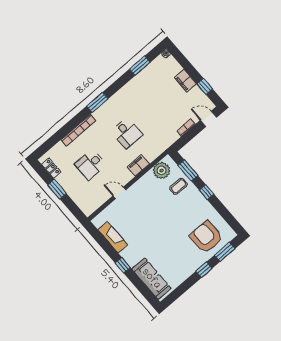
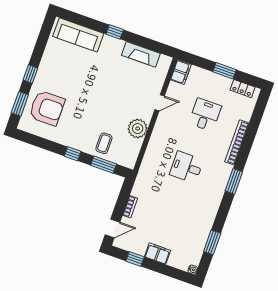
filing cabinet: (138, 165) -> (181, 72), moved
plant: (162, 170) -> (138, 129), moved

